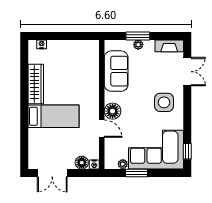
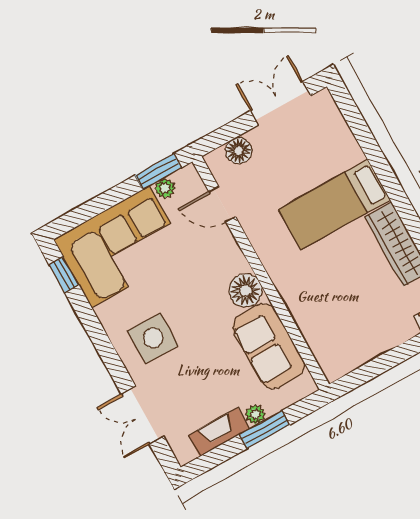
fireplace: (169, 46) -> (219, 432), moved
floor lamp: (113, 111) -> (246, 290), moved
door: (102, 129) -> (222, 204), moved
nightstand: (94, 164) -> (215, 160), removed
window: (136, 173) -> (158, 172), moved

